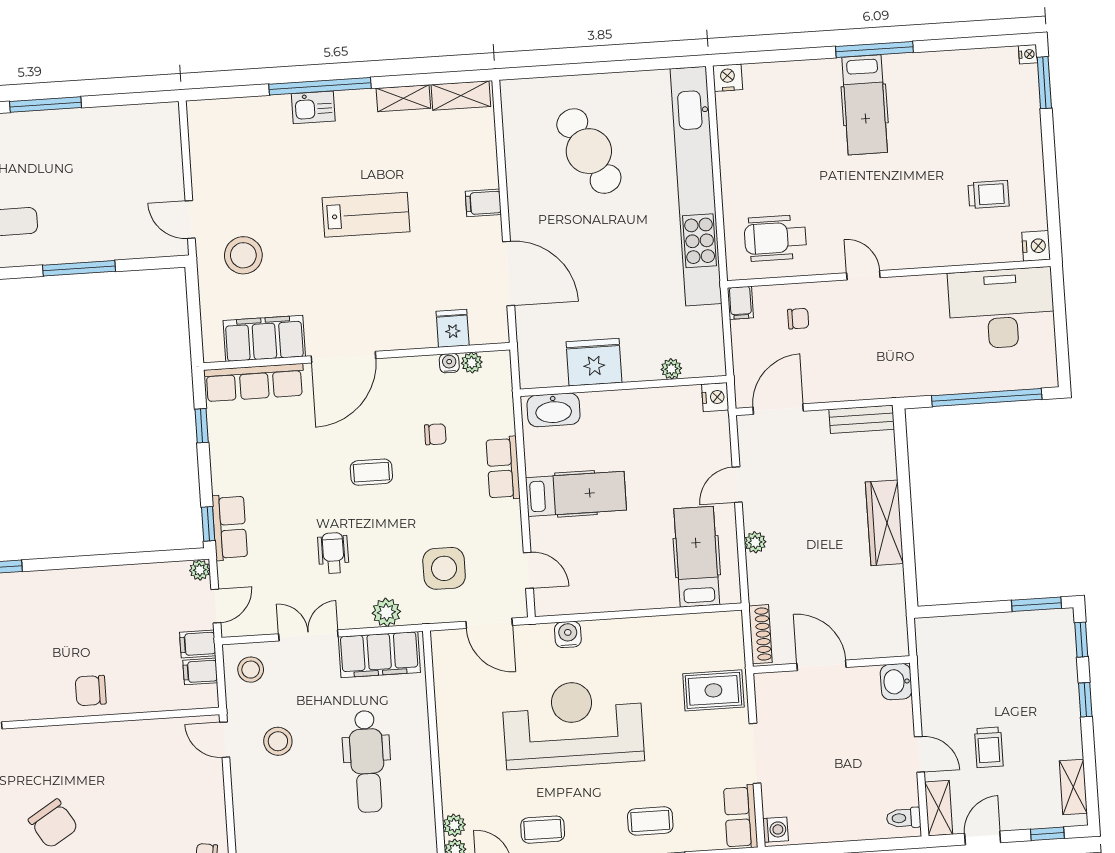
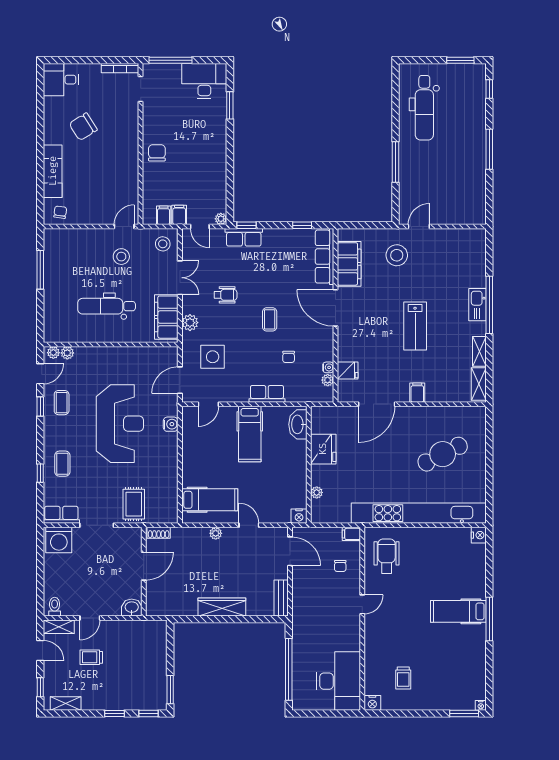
kitchen sink: (313, 107) -> (478, 305), width x1.38
shoe rack: (760, 634) -> (159, 533), width x0.70
washing machine: (775, 830) -> (59, 540), width x1.89, depth x1.89

